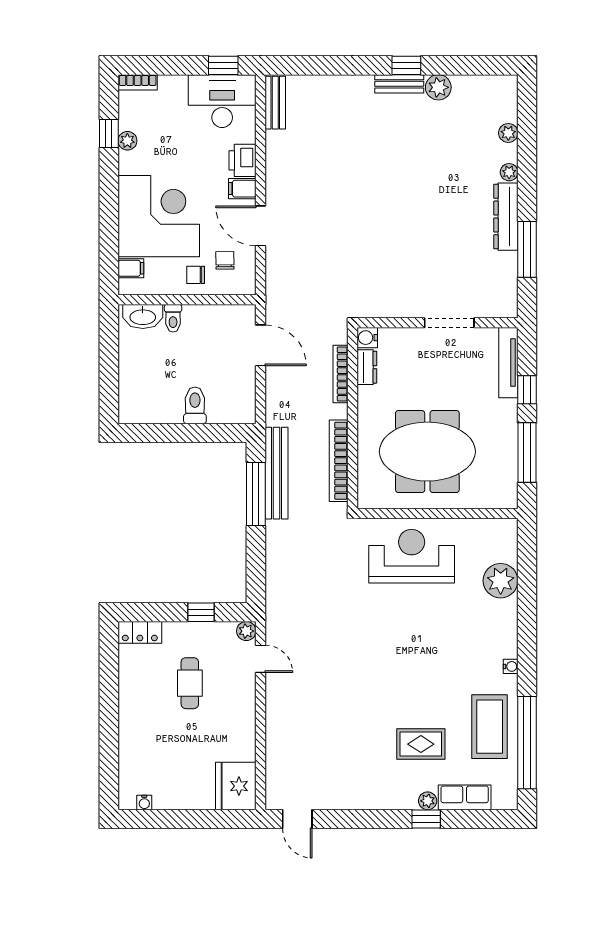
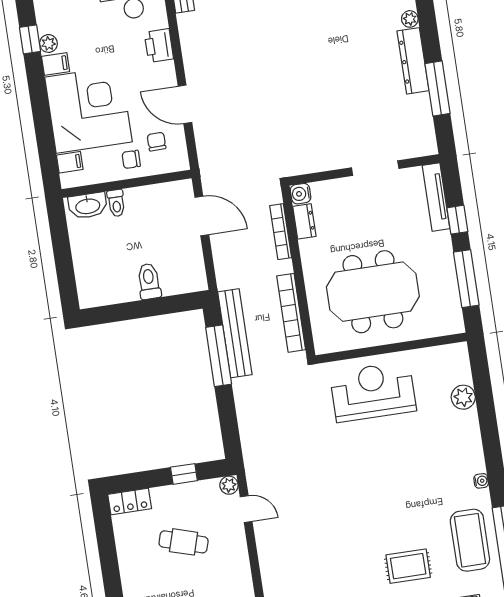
filing cabinet: (242, 189) -> (56, 64), moved, turned 180
plant: (501, 581) -> (463, 397), width x0.73, depth x0.73
cafe table: (190, 683) -> (184, 542), turned -73

